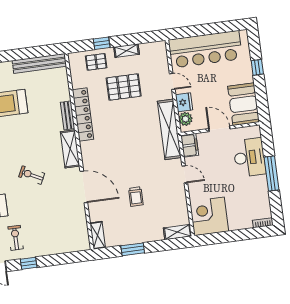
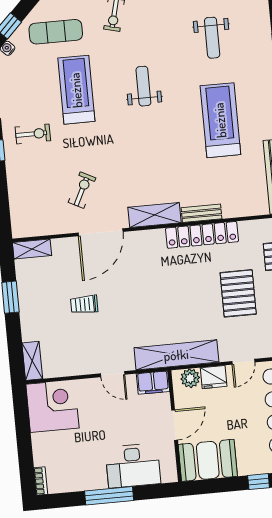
door: (185, 174) -> (113, 374), hinge flipped
exercise bike: (32, 175) -> (82, 190), moved

